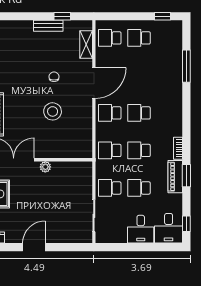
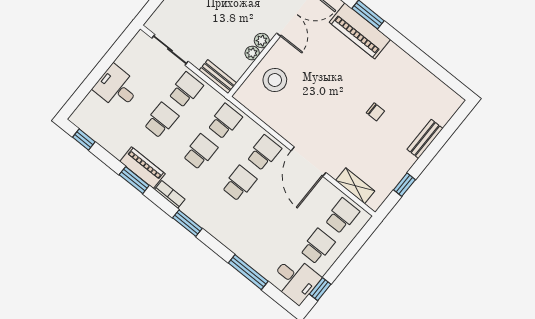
bench: (48, 26) -> (425, 139), moved
chair: (54, 77) -> (375, 112), moved
stool: (53, 111) -> (275, 80), moved
window: (186, 124) -> (187, 223), added
plant: (57, 167) -> (252, 53), added
bench: (87, 175) -> (218, 77), added
desk: (169, 228) -> (295, 280), moved, turned 180

